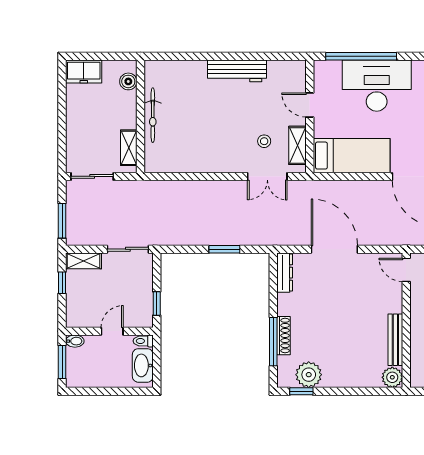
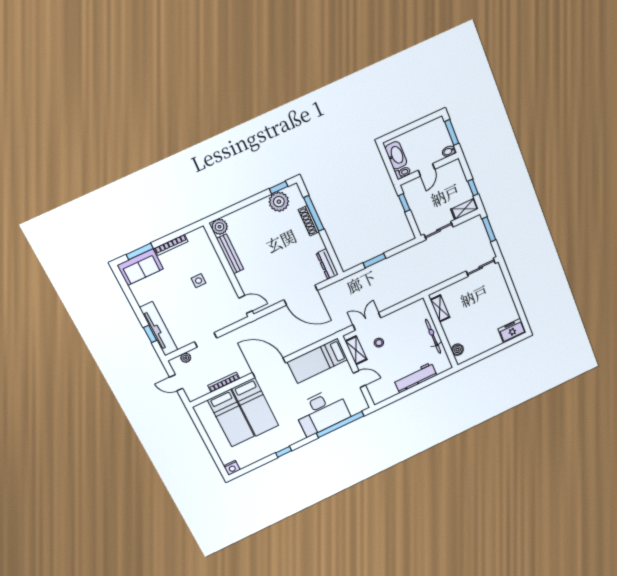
boiler: (128, 81) -> (457, 350), moved
bicycle: (153, 115) -> (433, 336), moved
wall: (140, 116) -> (441, 332), moved
shelving: (129, 148) -> (440, 308), moved

